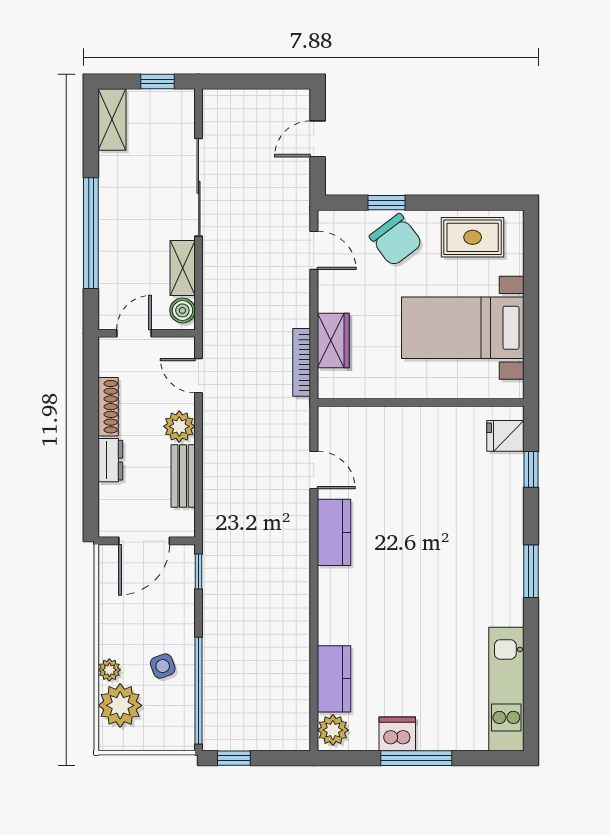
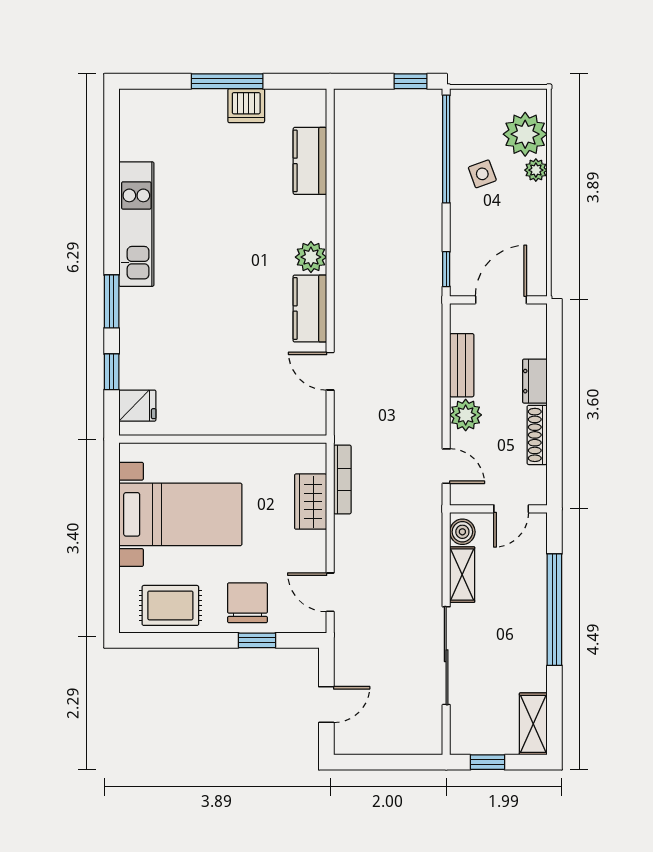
chair: (396, 240) -> (247, 603), turned 37
window: (531, 571) -> (112, 301), moved
kitchen unit: (506, 689) -> (136, 224), moved
plant: (333, 730) -> (311, 257), moved

